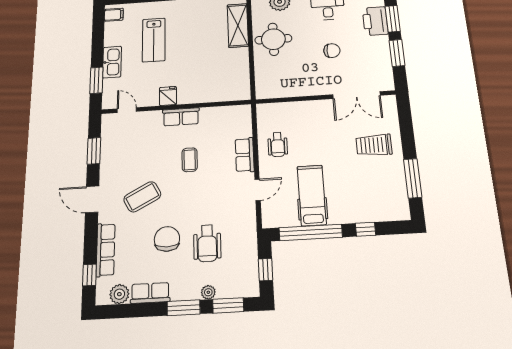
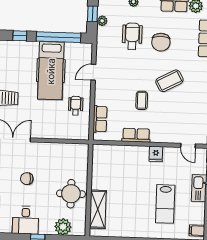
lab bench: (154, 40) -> (165, 204), turned 180
row of seats: (181, 117) -> (136, 135), moved
row of seats: (245, 155) -> (100, 119), moved
hospital bed: (312, 195) -> (51, 71), width x1.37, depth x1.29
coffee table: (142, 197) -> (169, 81), moved
plant: (251, 261) -> (102, 21), added

